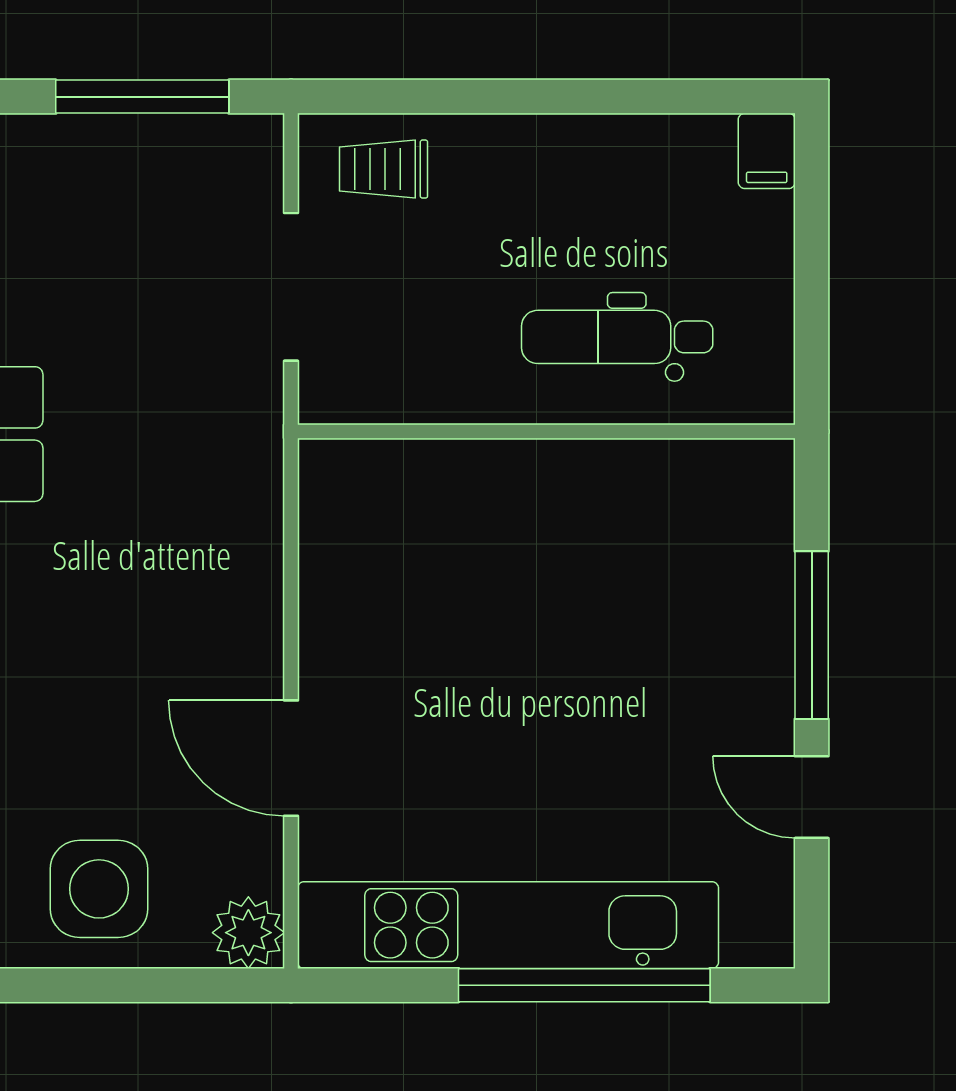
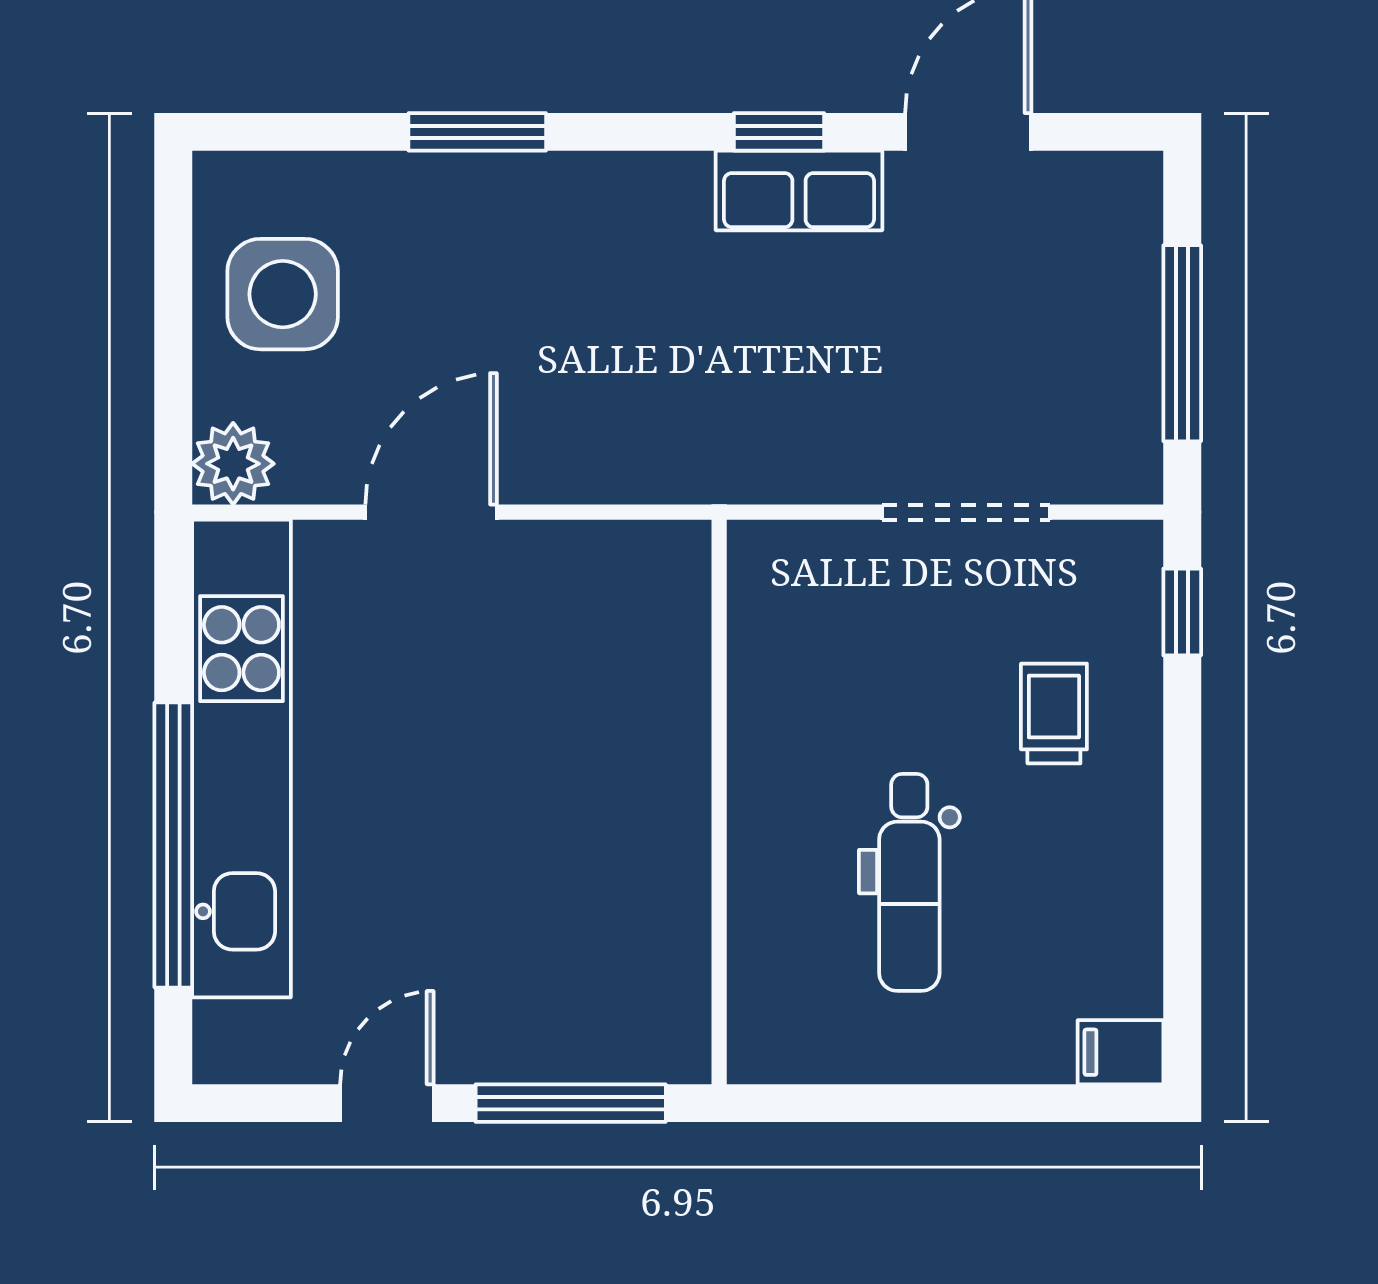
window: (379, 97) -> (1182, 612), added
trolley: (383, 169) -> (1054, 714), moved
dental chair: (617, 337) -> (909, 882), turned 180
wall: (546, 431) -> (719, 802), moved

